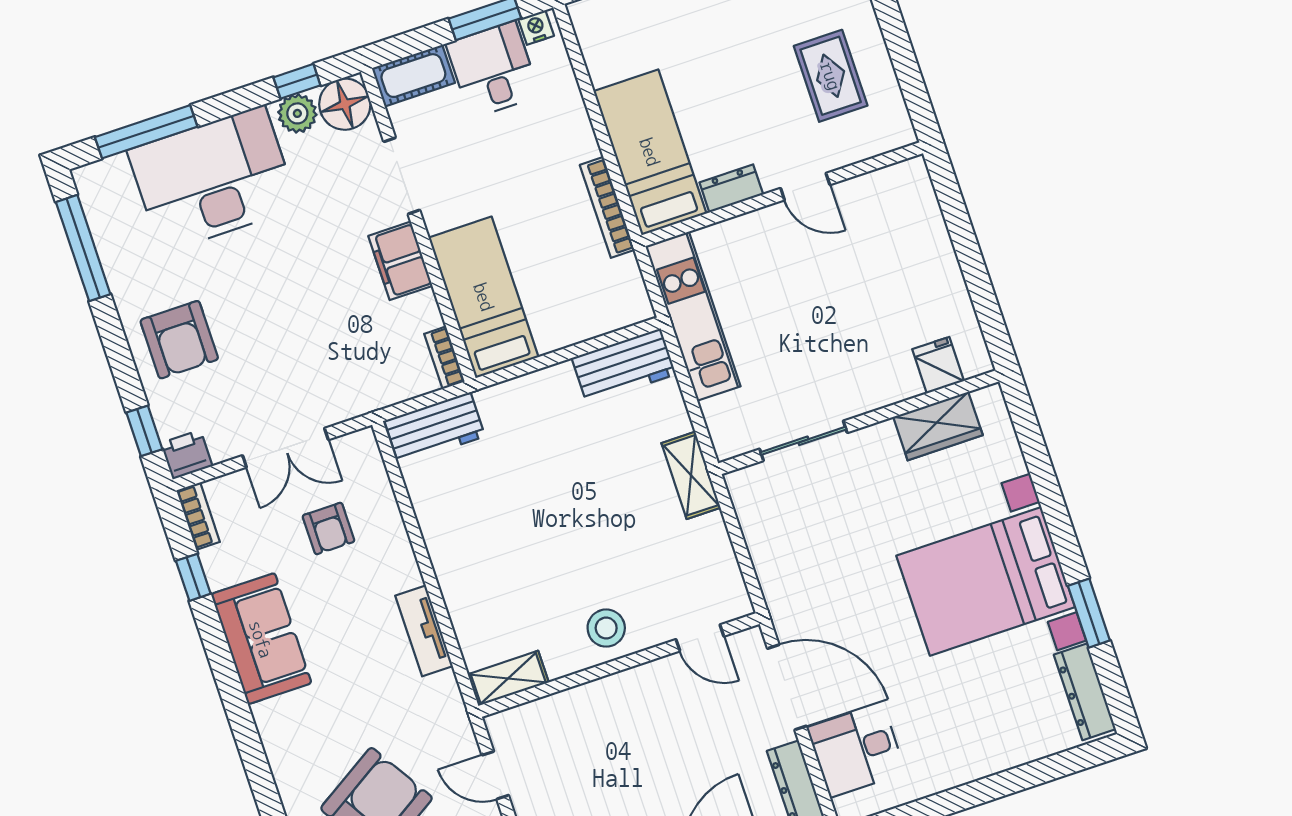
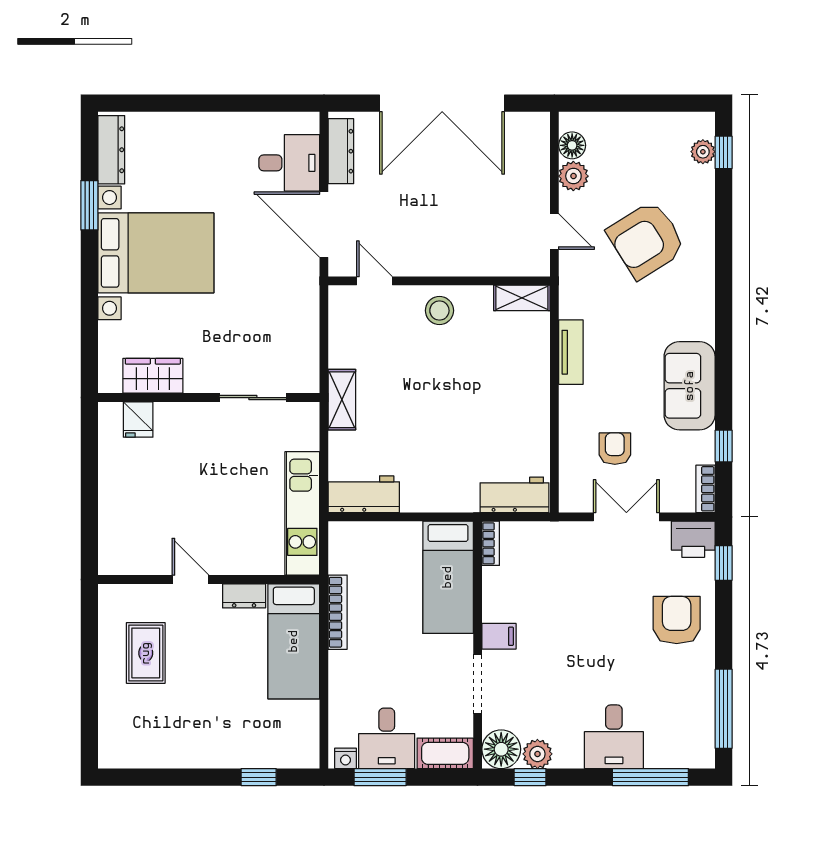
desk: (213, 179) -> (614, 737), width x0.53, depth x0.77
filing cabinet: (400, 261) -> (499, 636), width x0.50
printer: (186, 455) -> (693, 539), width x1.36, depth x1.24

